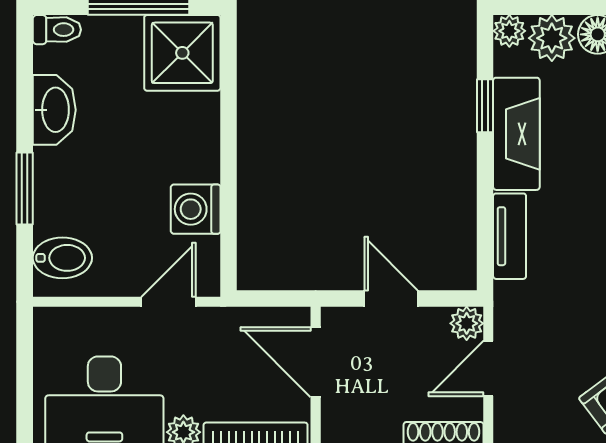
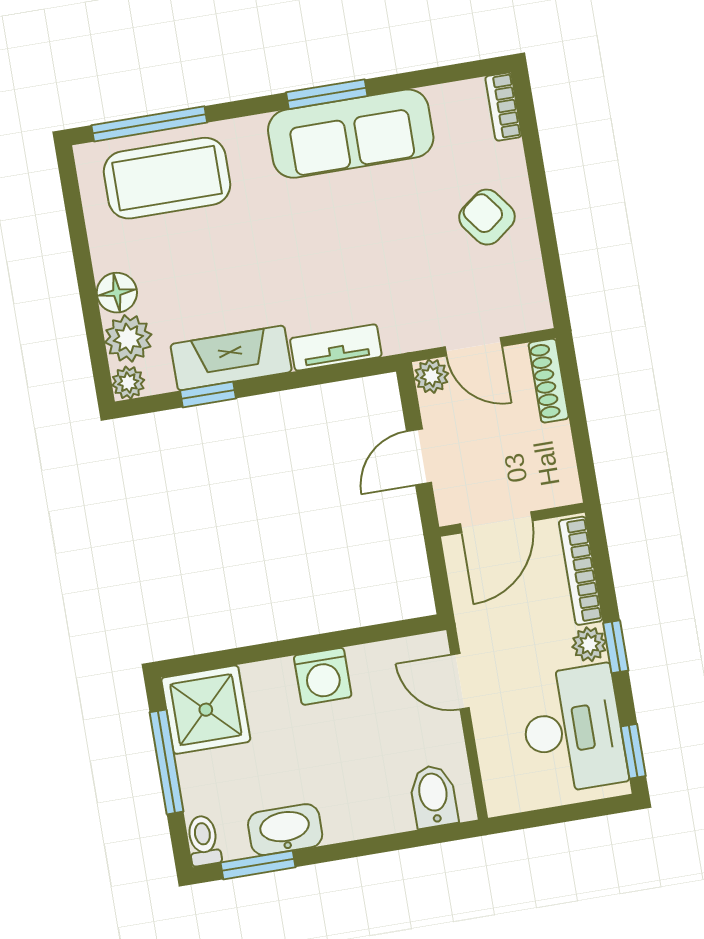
window: (25, 188) -> (258, 865), moved
washing machine: (196, 209) -> (323, 676), moved

